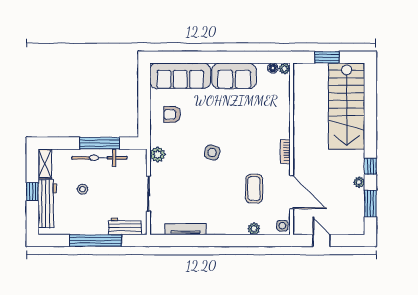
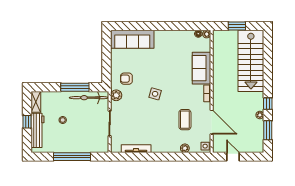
sofa: (234, 76) -> (201, 68), moved, turned 90
armchair: (172, 114) -> (126, 79), moved
bicycle: (99, 158) -> (89, 98), moved
workbench: (125, 226) -> (93, 147), removed

